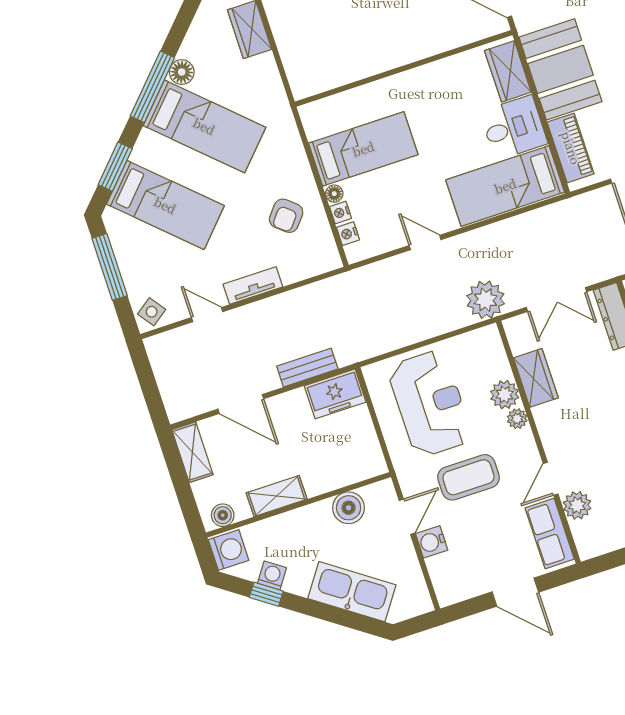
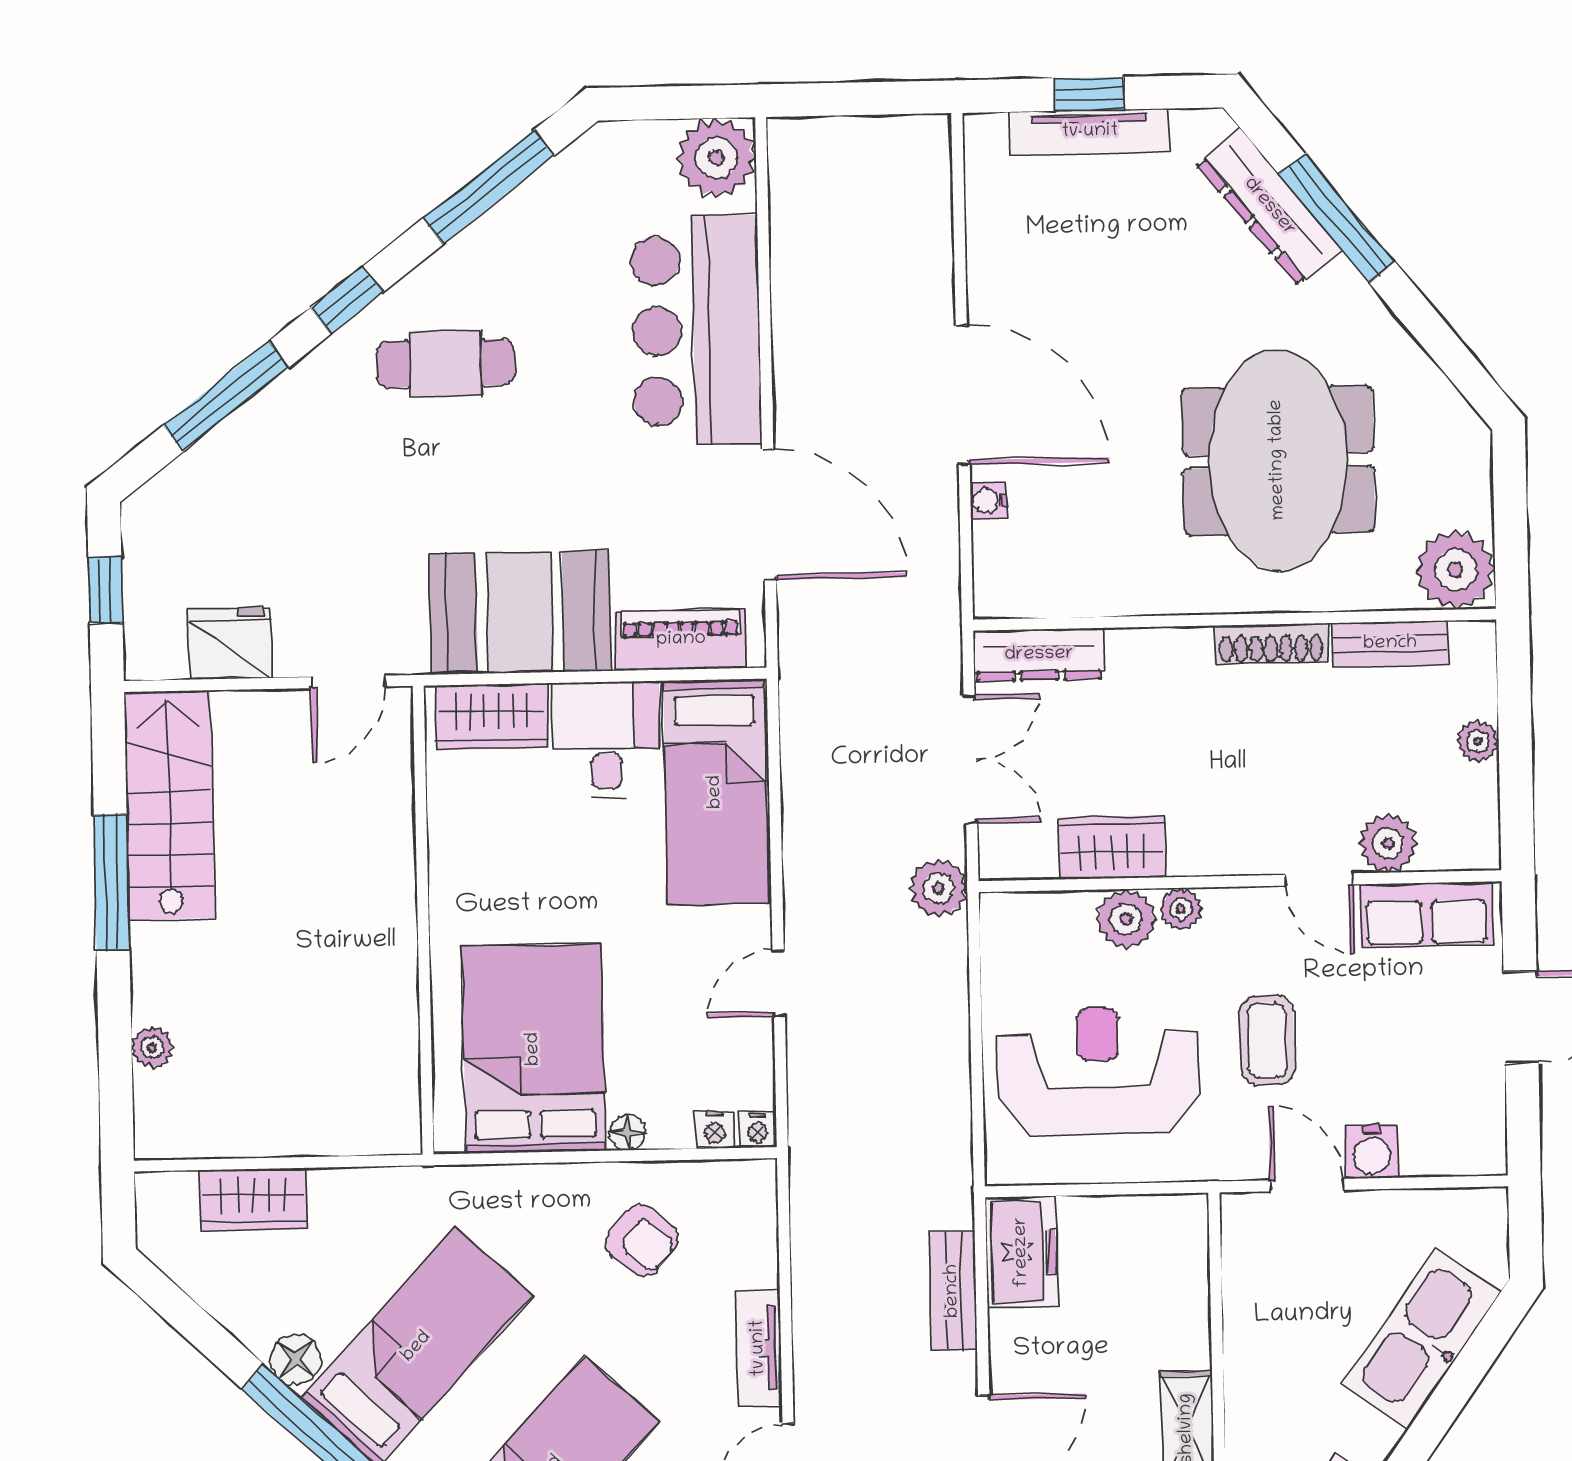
bed: (363, 149) -> (534, 1049), width x1.50
nightstand: (341, 213) -> (758, 1130), moved
plant: (486, 300) -> (938, 888), width x0.73, depth x0.73
coffee table: (468, 477) -> (1267, 1040), width x0.73, depth x0.77
boiler: (349, 508) -> (1254, 1295), removed

